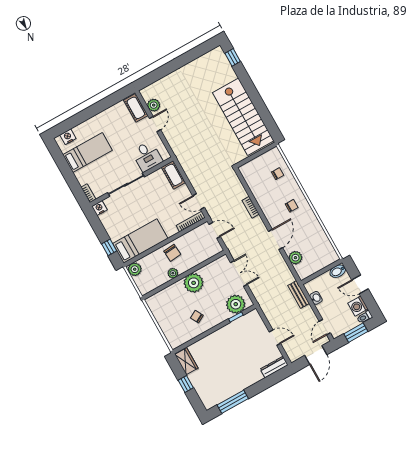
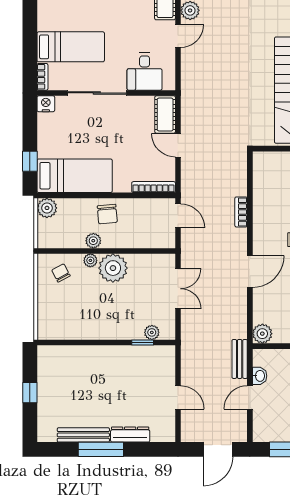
bed: (88, 152) -> (71, 47), moved
door: (199, 202) -> (178, 145), moved
plant: (295, 258) -> (262, 334), moved
plant: (178, 286) -> (90, 260), added
plant: (236, 304) -> (152, 332), width x0.53, depth x0.53
chair: (197, 317) -> (61, 273), moved
door: (325, 327) -> (250, 397), moved
wardrobe: (186, 361) -> (47, 364), removed
dresser: (274, 367) -> (130, 435), moved
bench: (231, 391) -> (83, 435), added
window: (233, 402) -> (101, 449), moved

